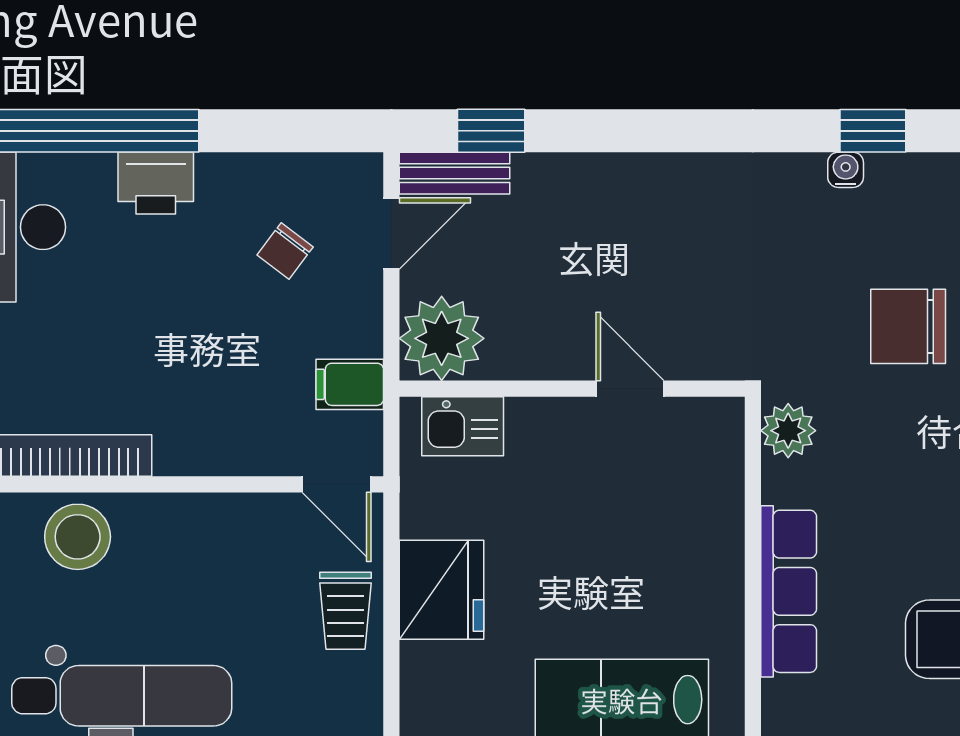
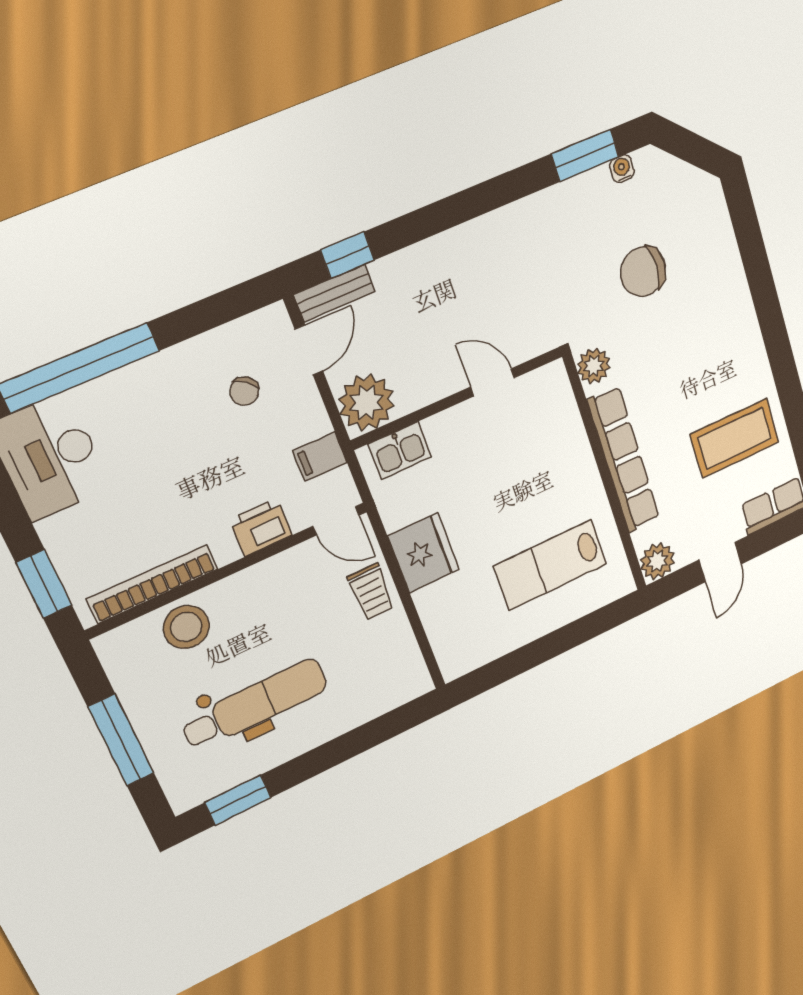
window: (873, 131) -> (585, 155), width x1.50
water cooler: (846, 170) -> (622, 169), moved
printer: (156, 183) -> (261, 527), moved, turned 180
row of seats: (789, 591) -> (624, 460), width x1.36

